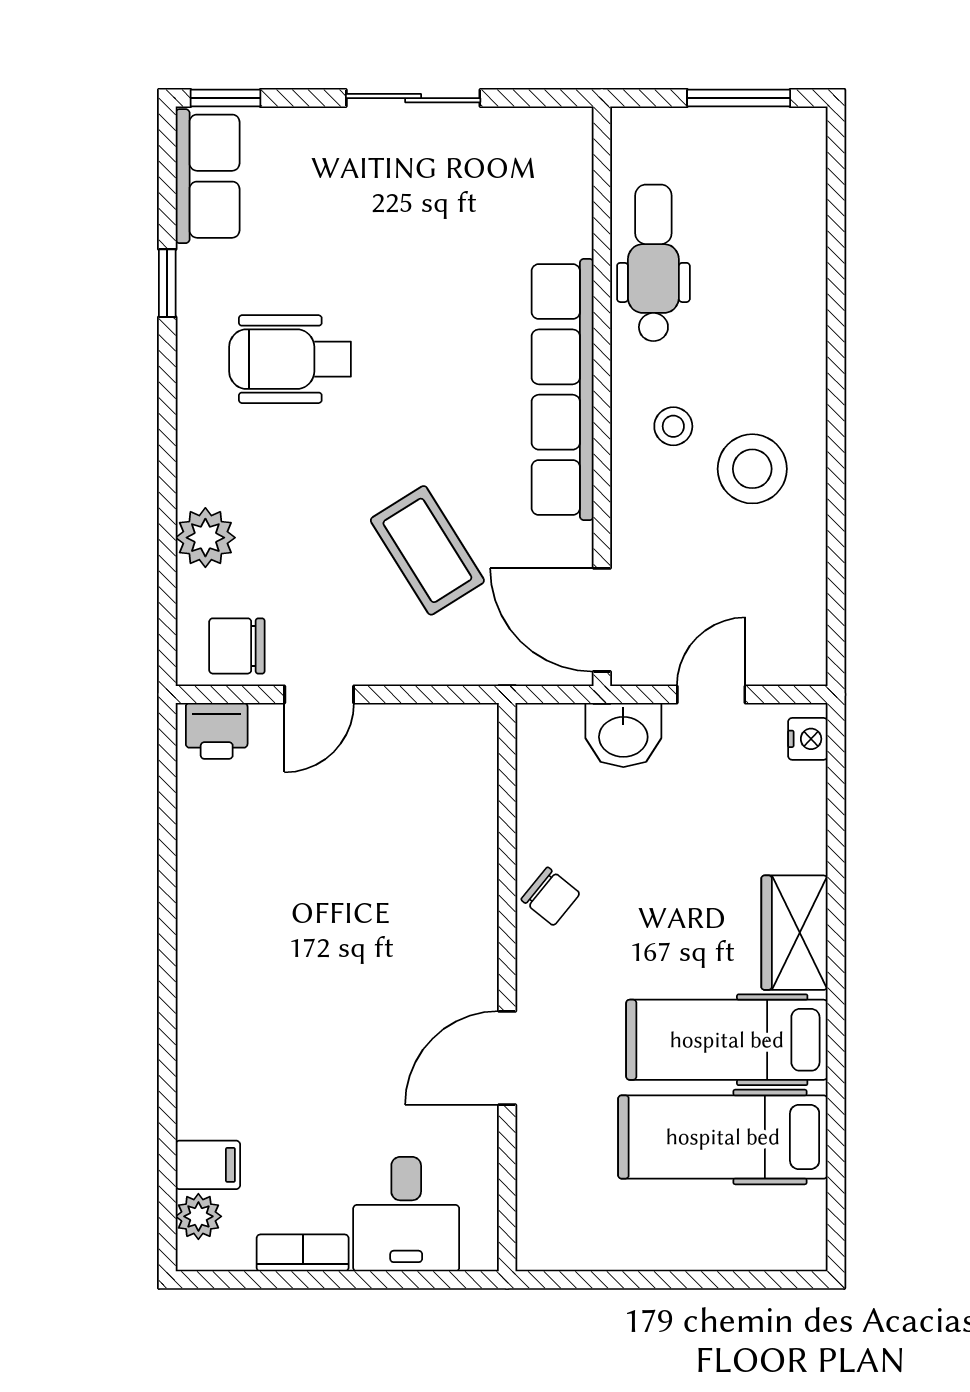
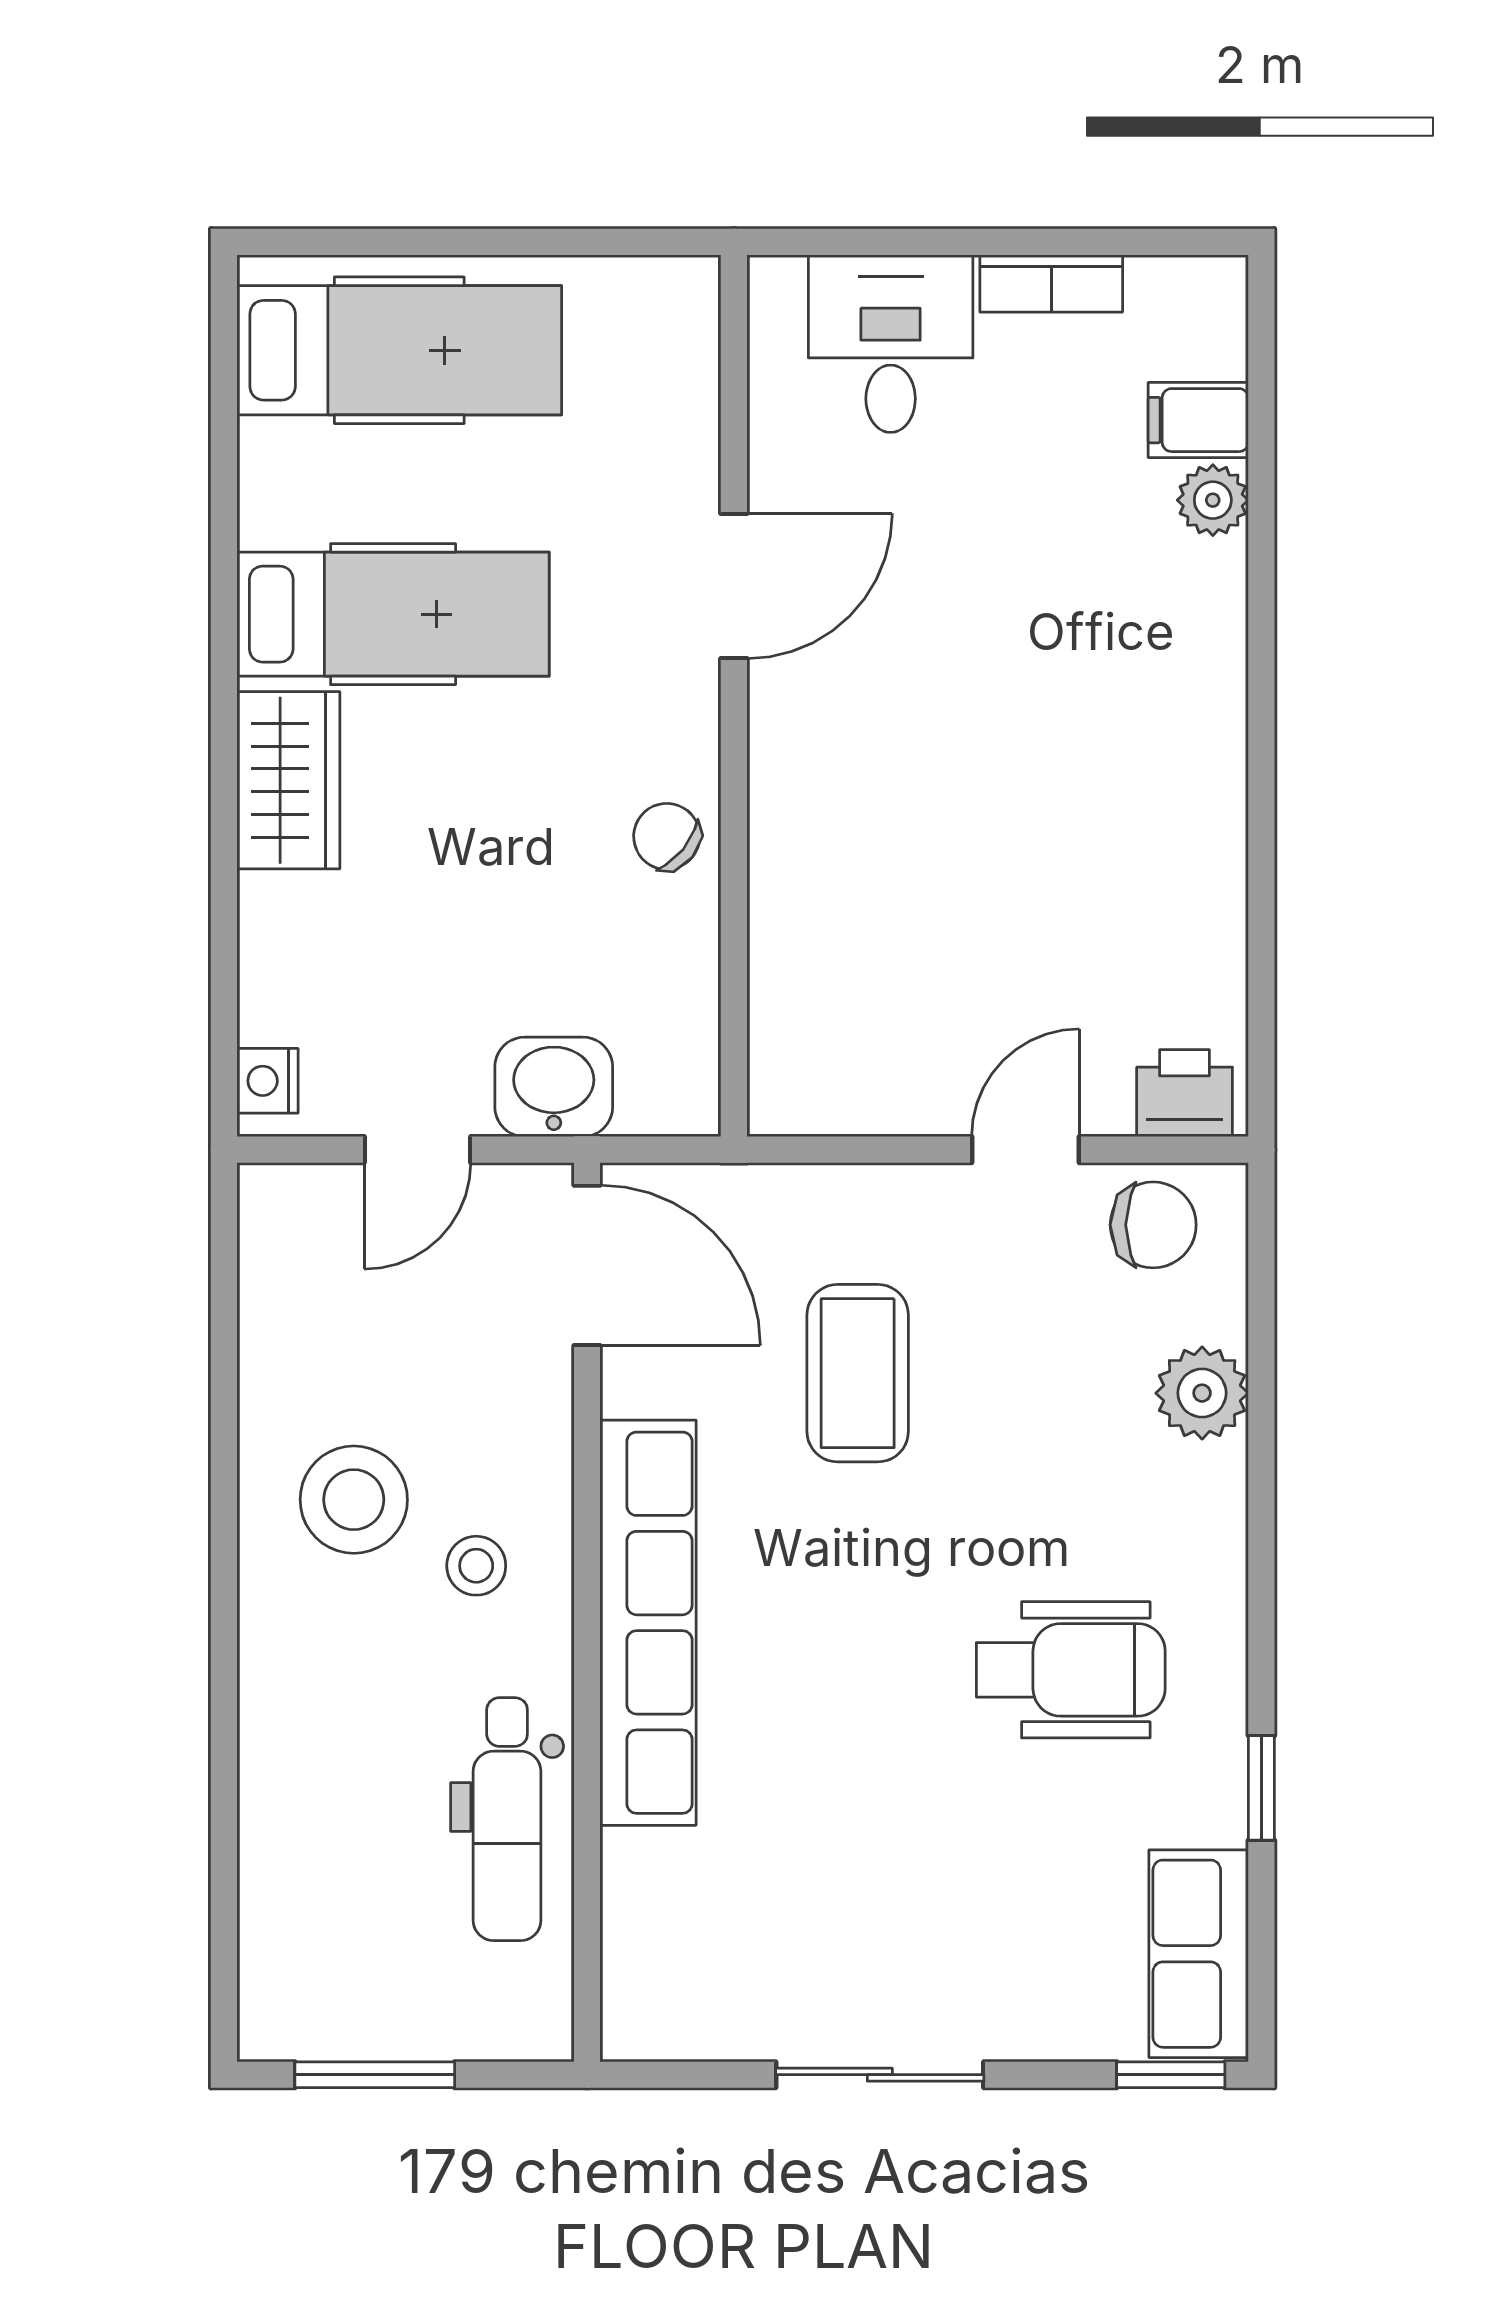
coffee table: (427, 550) -> (858, 1373), turned 32
hospital bed: (723, 1137) -> (399, 350), moved
plant: (198, 1216) -> (1213, 500), moved

